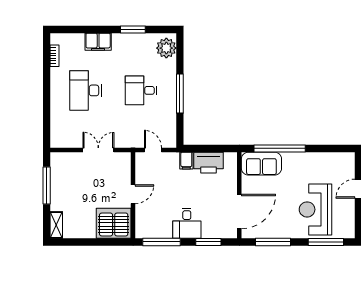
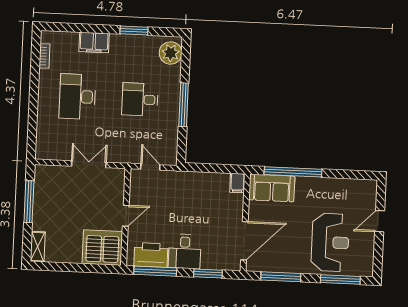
filing cabinet: (186, 161) -> (237, 183), moved
printer: (209, 163) -> (151, 255), moved, turned 180
reception desk: (315, 209) -> (330, 242), turned 180

